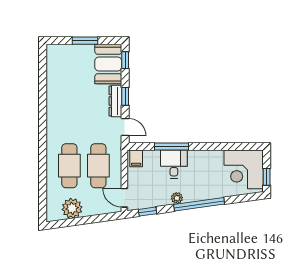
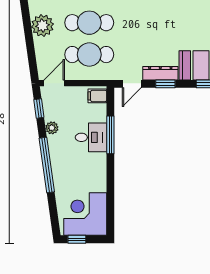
plant: (177, 198) -> (52, 128), moved

